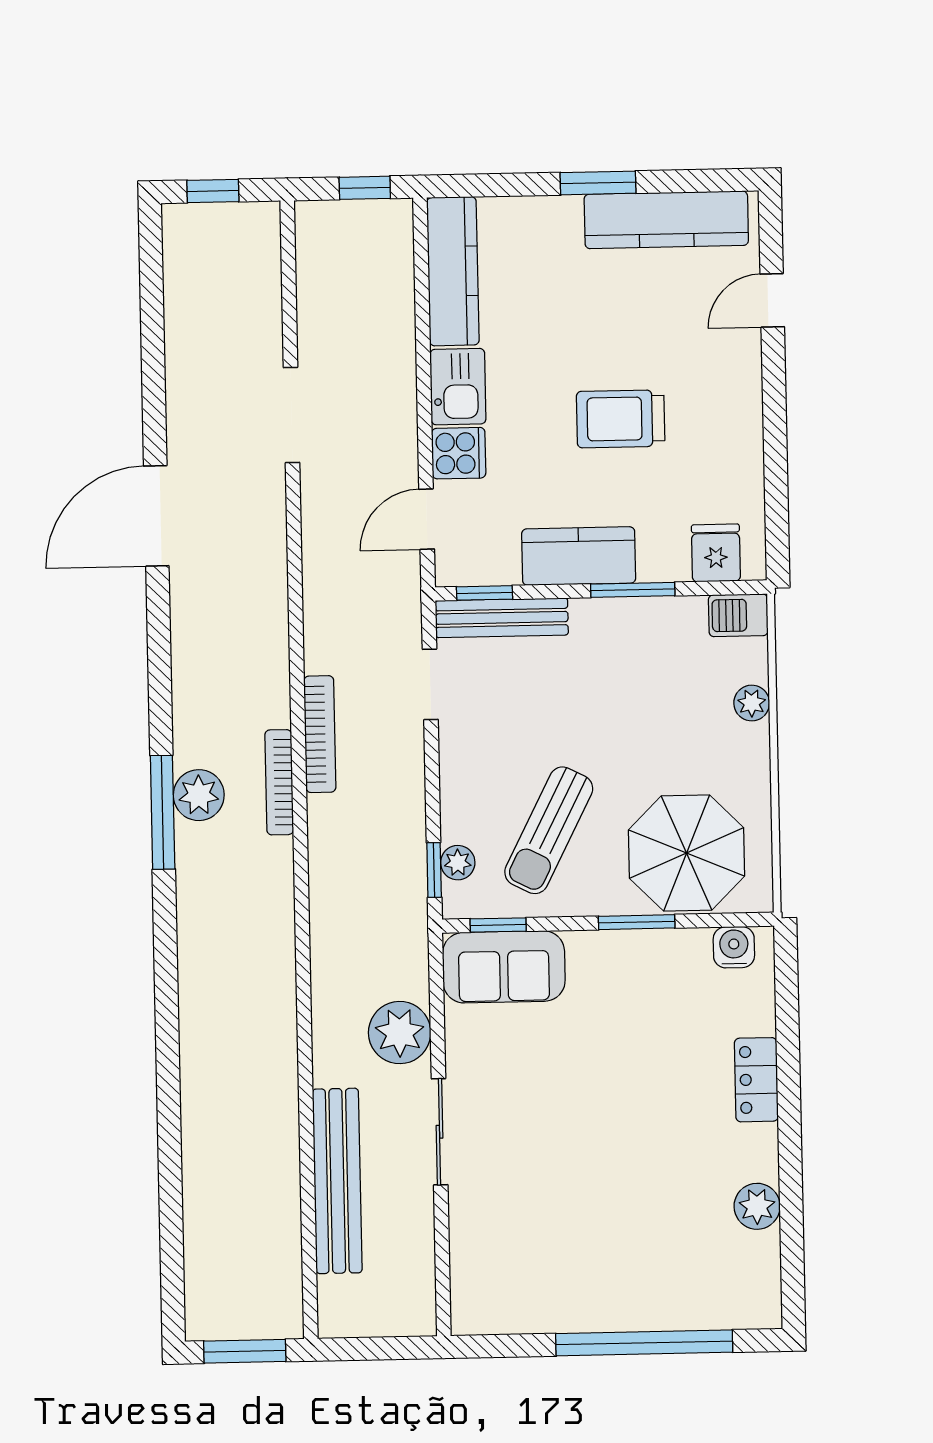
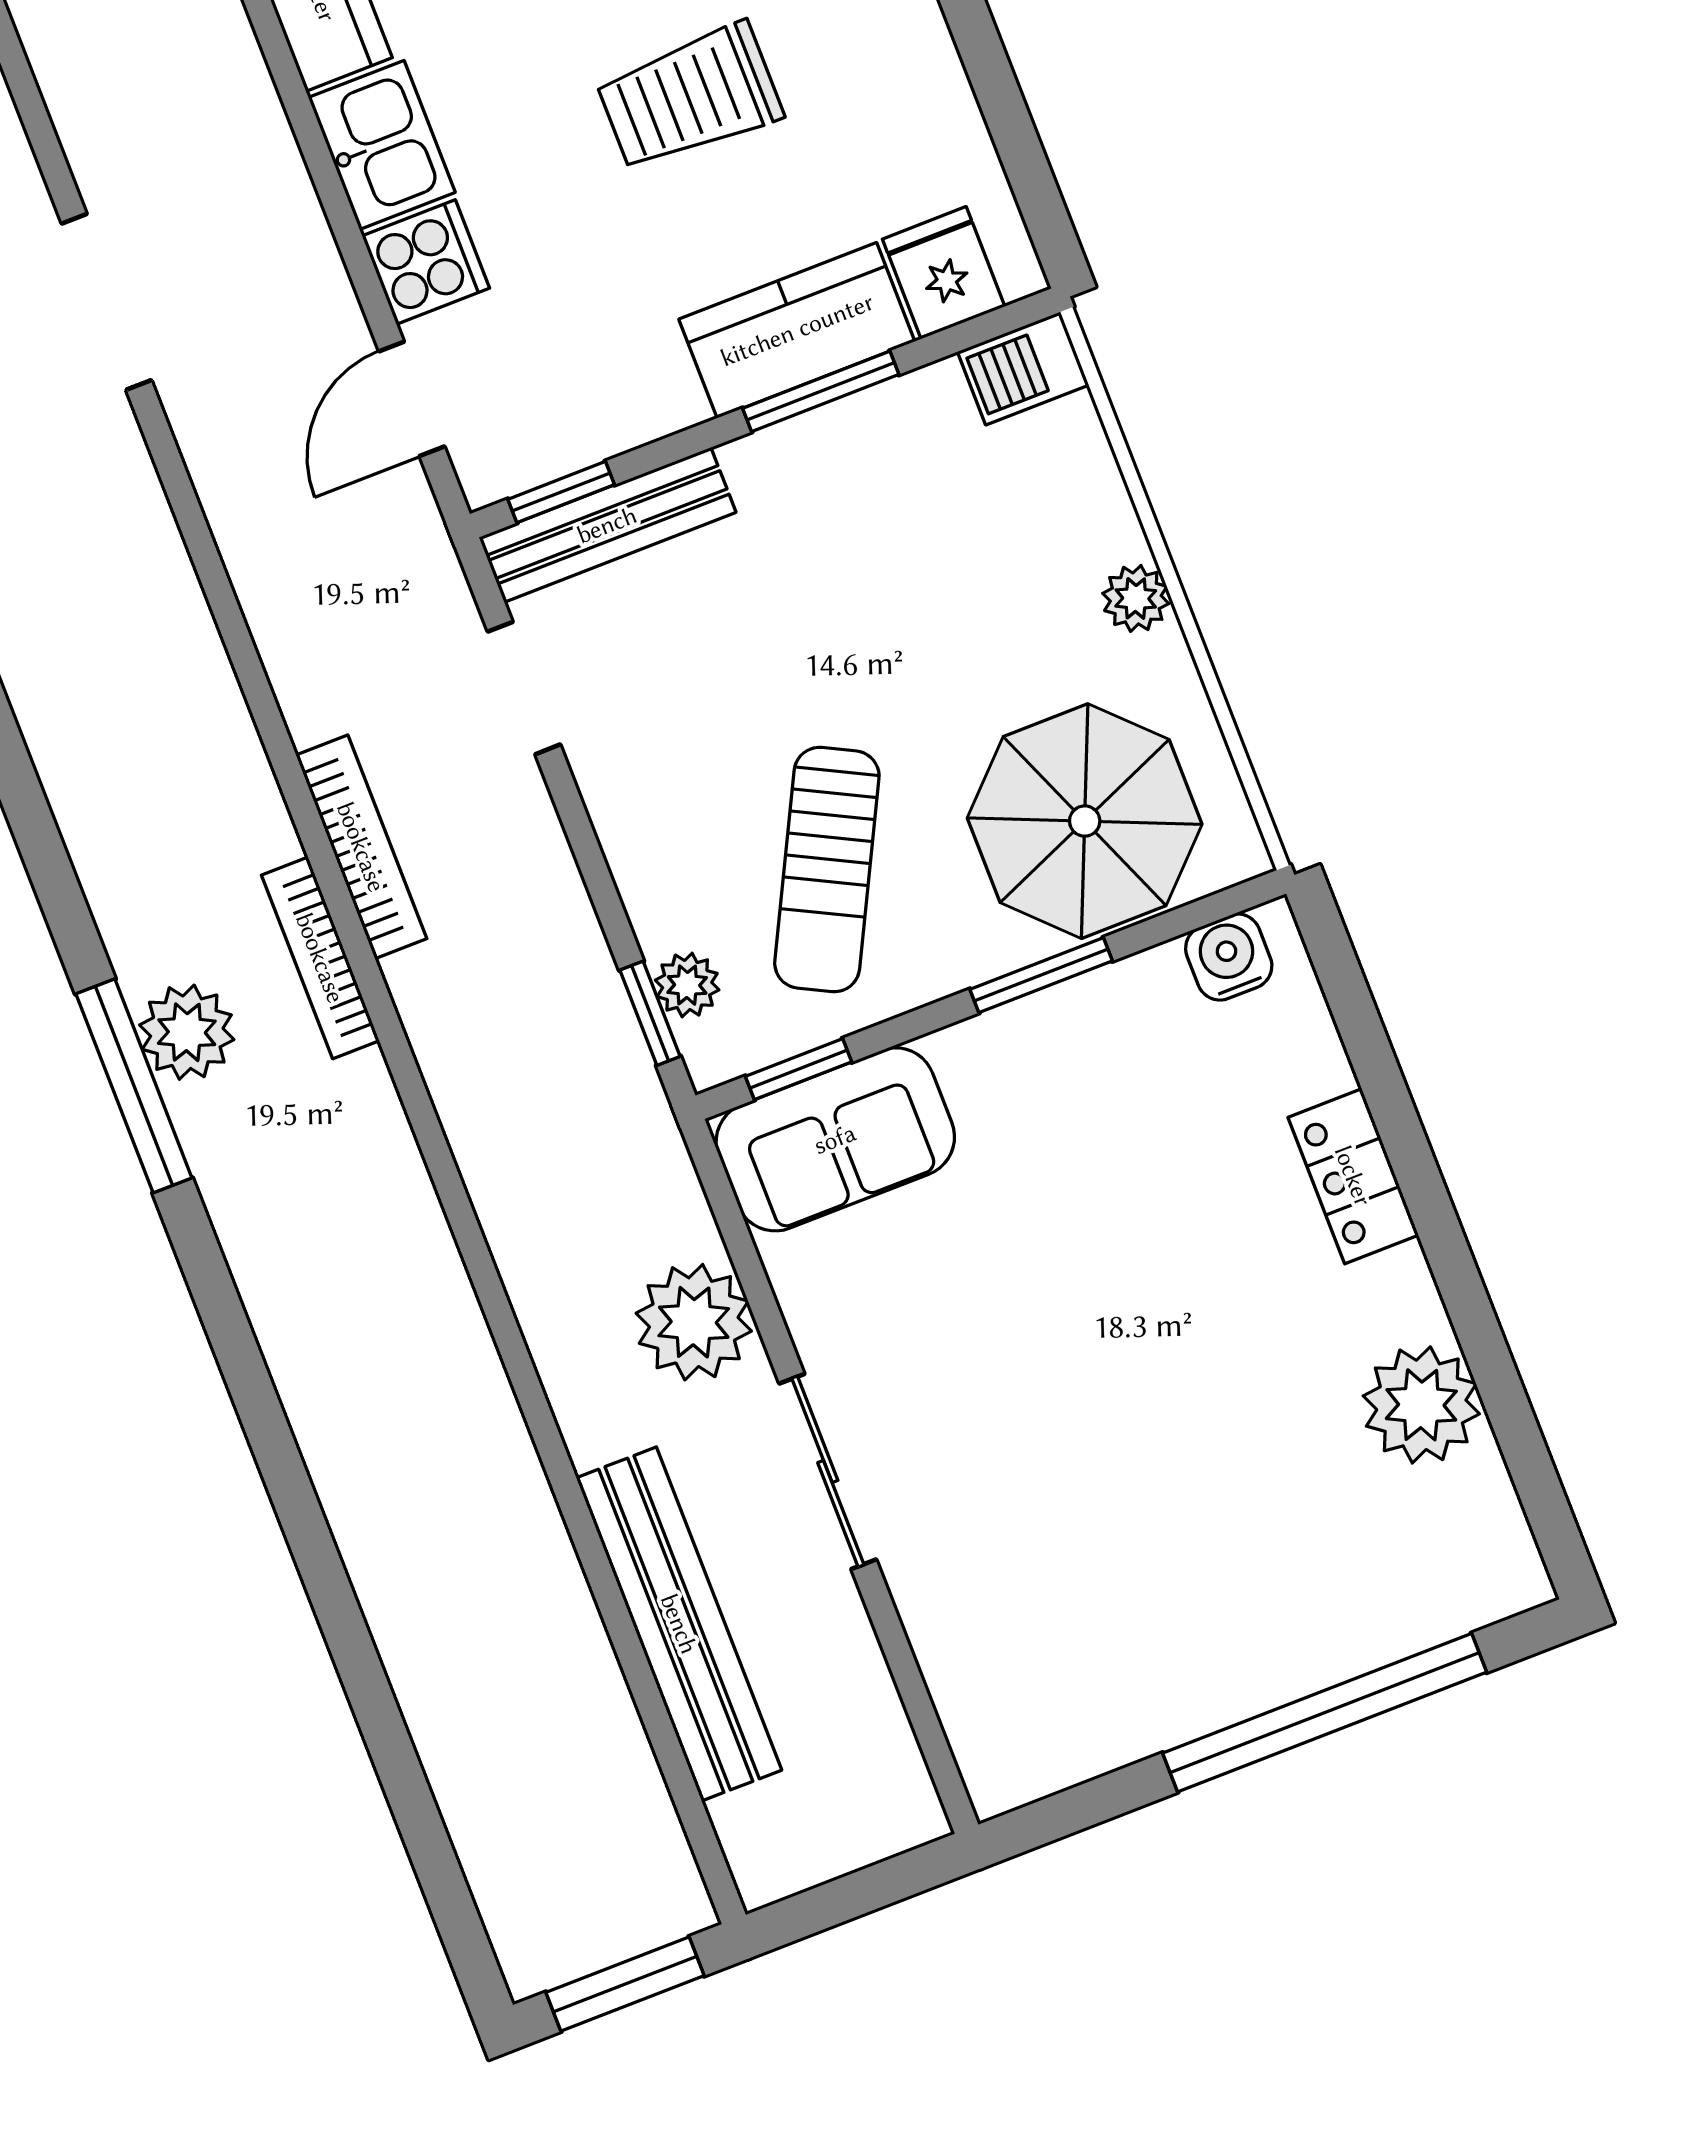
kitchen counter: (579, 556) -> (797, 330), moved
plant: (752, 703) -> (1136, 598), moved
plant: (757, 1206) -> (1421, 1405), width x1.36, depth x1.36

